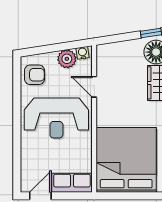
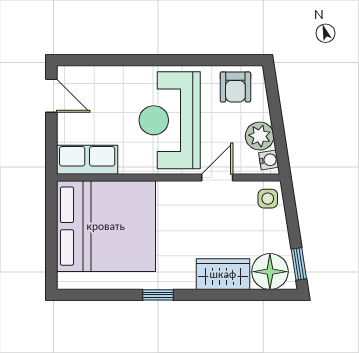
side table: (108, 53) -> (268, 199), added
row of seats: (72, 183) -> (87, 160), moved, turned -90

